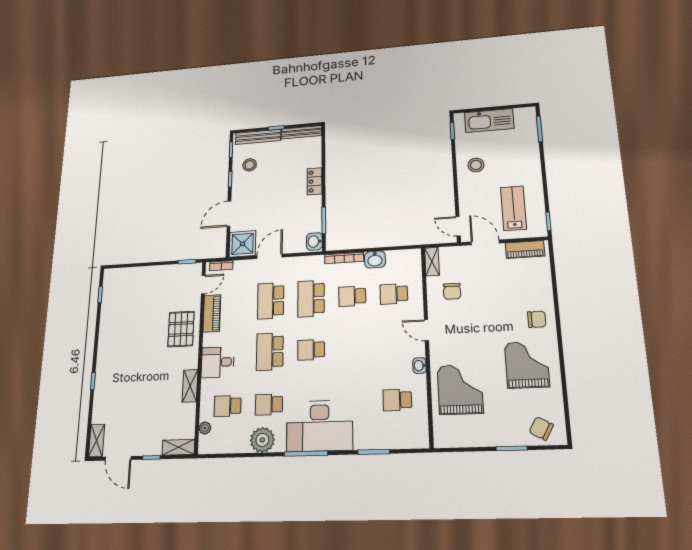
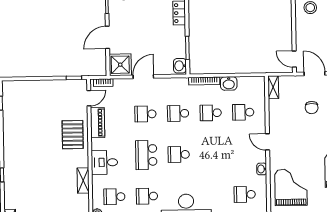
chair: (452, 291) -> (312, 108), moved
school desk: (311, 299) -> (178, 113), width x0.54
school desk: (271, 301) -> (145, 114), width x0.54

